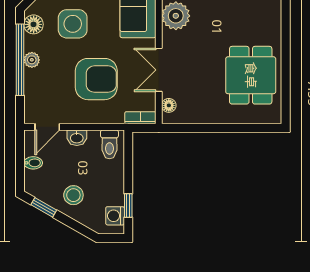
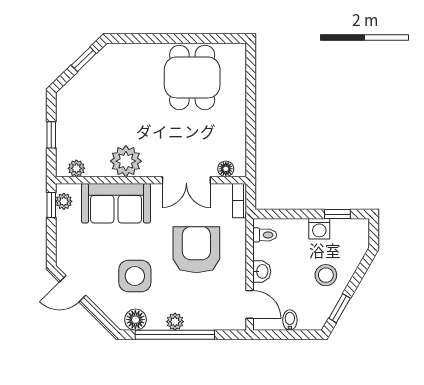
dining table: (251, 75) -> (192, 77), turned 90
toilet: (109, 144) -> (265, 235), width x0.73, depth x0.72
washing machine: (115, 216) -> (319, 229), moved

